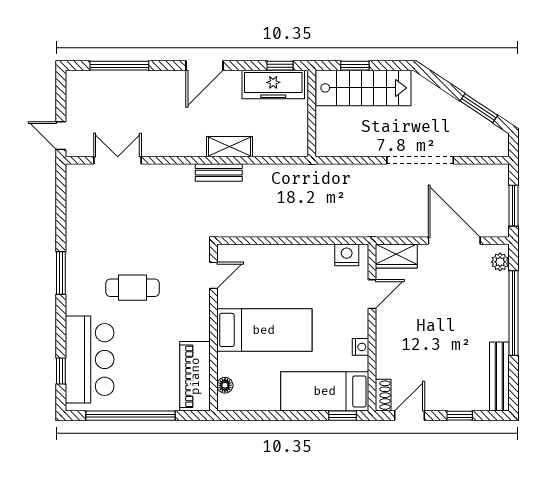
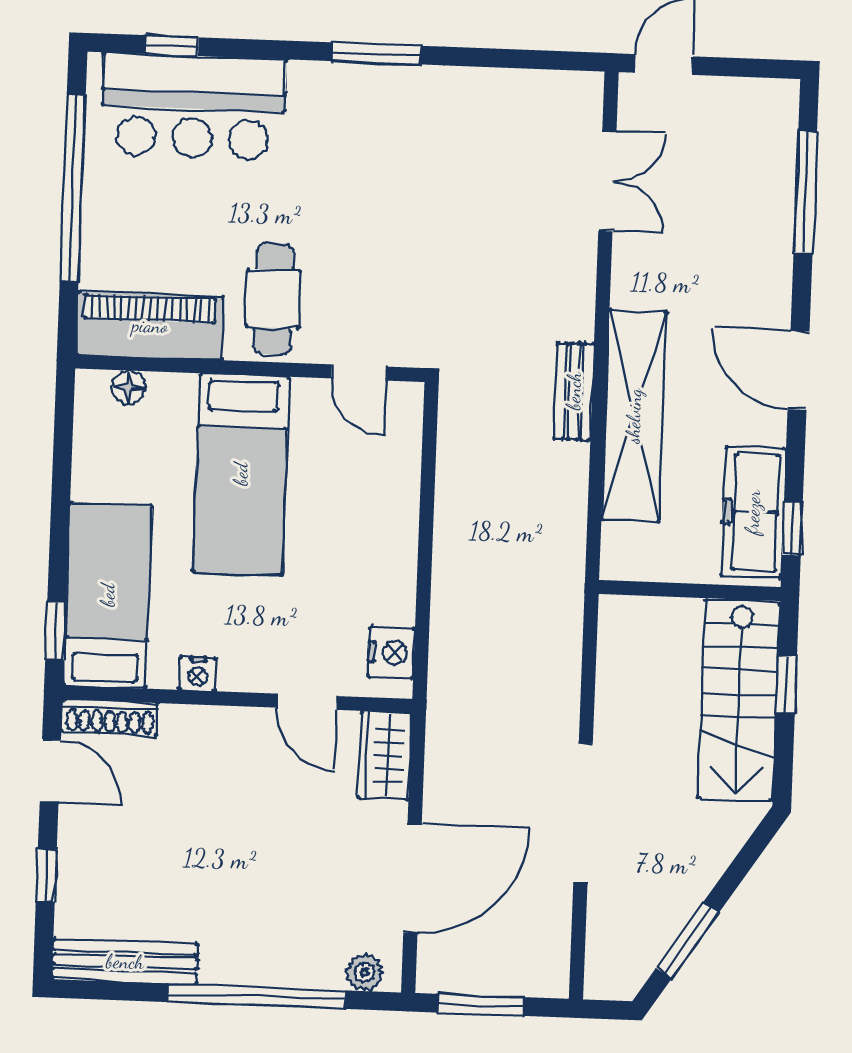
shelving: (229, 147) -> (634, 416), width x2.20, depth x1.33
cafe table: (132, 288) -> (273, 299), moved
shoe rack: (383, 395) -> (110, 718), width x1.43

